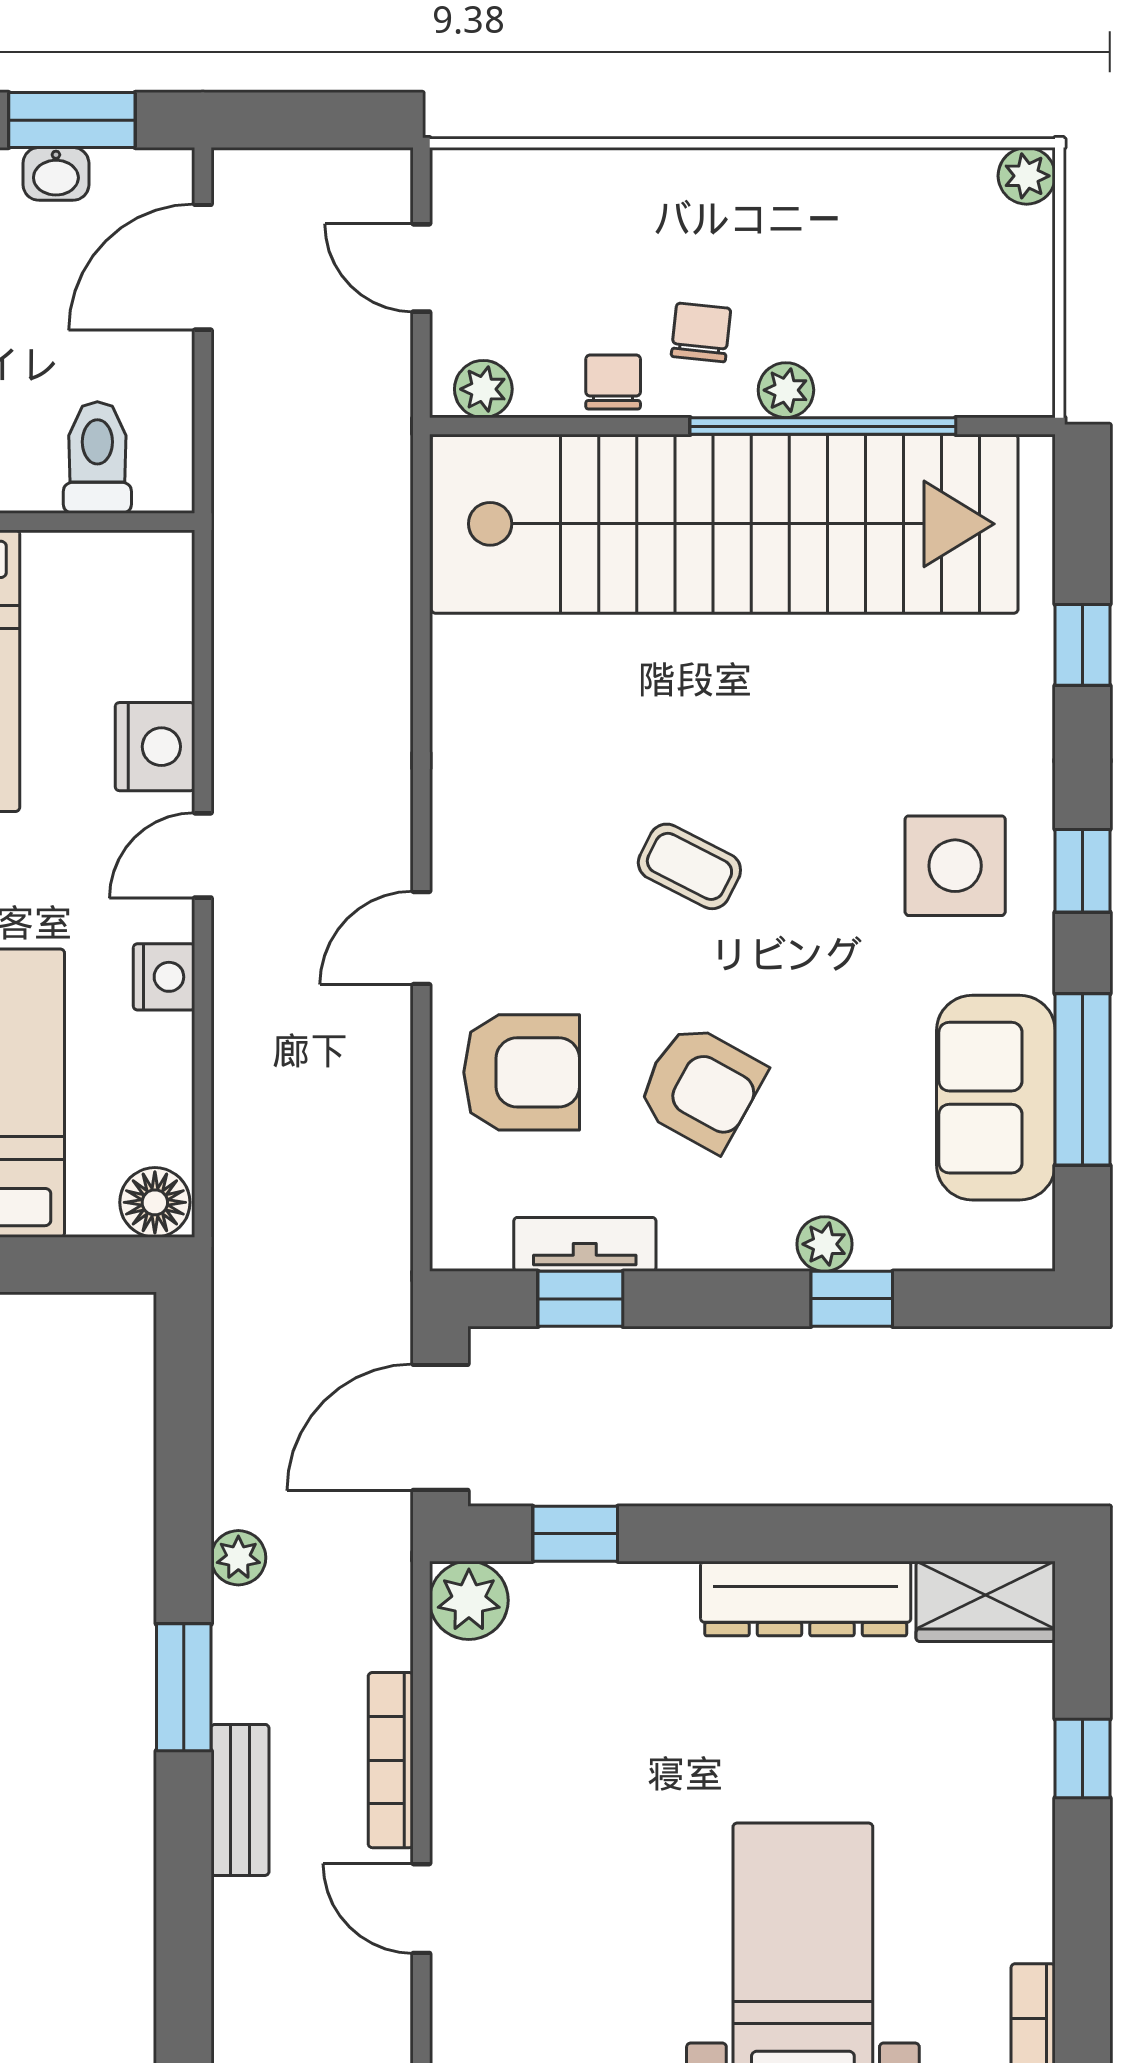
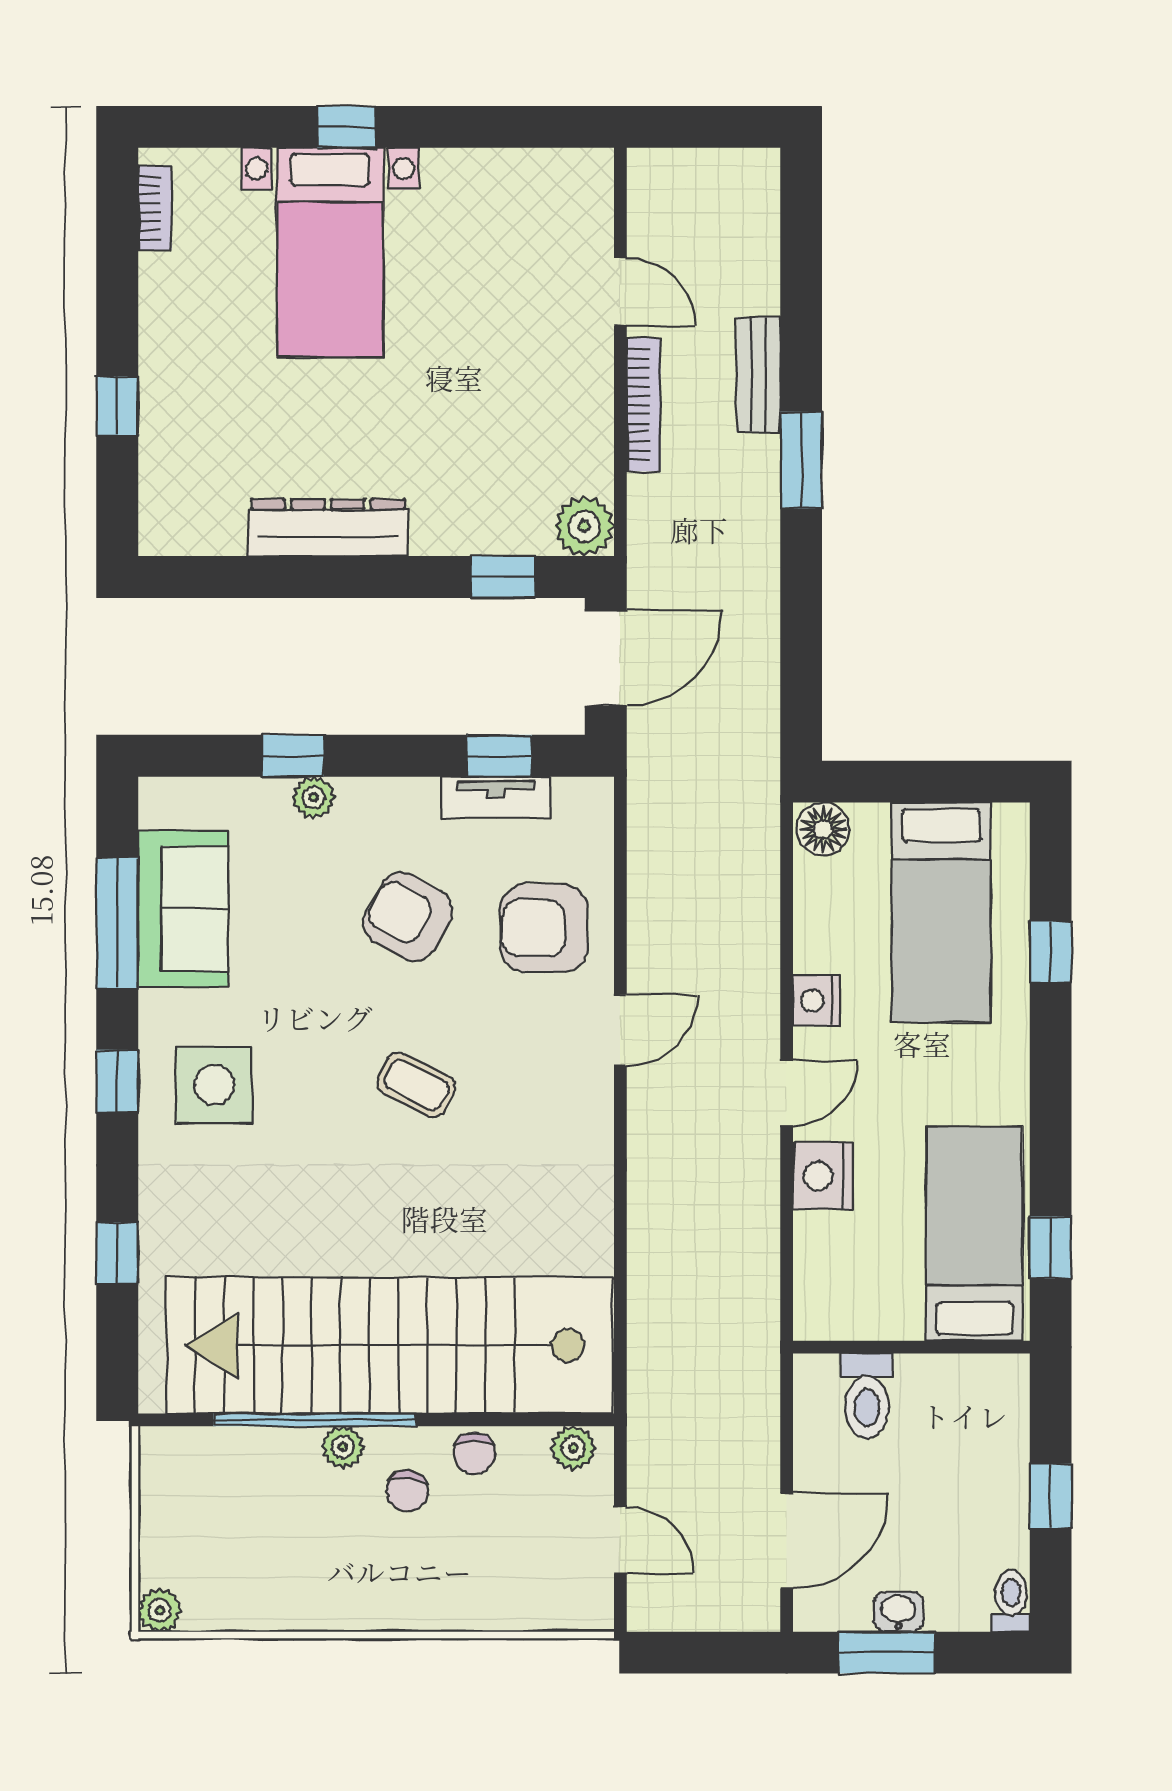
plant: (238, 1558) -> (760, 559), removed
wardrobe: (986, 1601) -> (191, 526), removed

